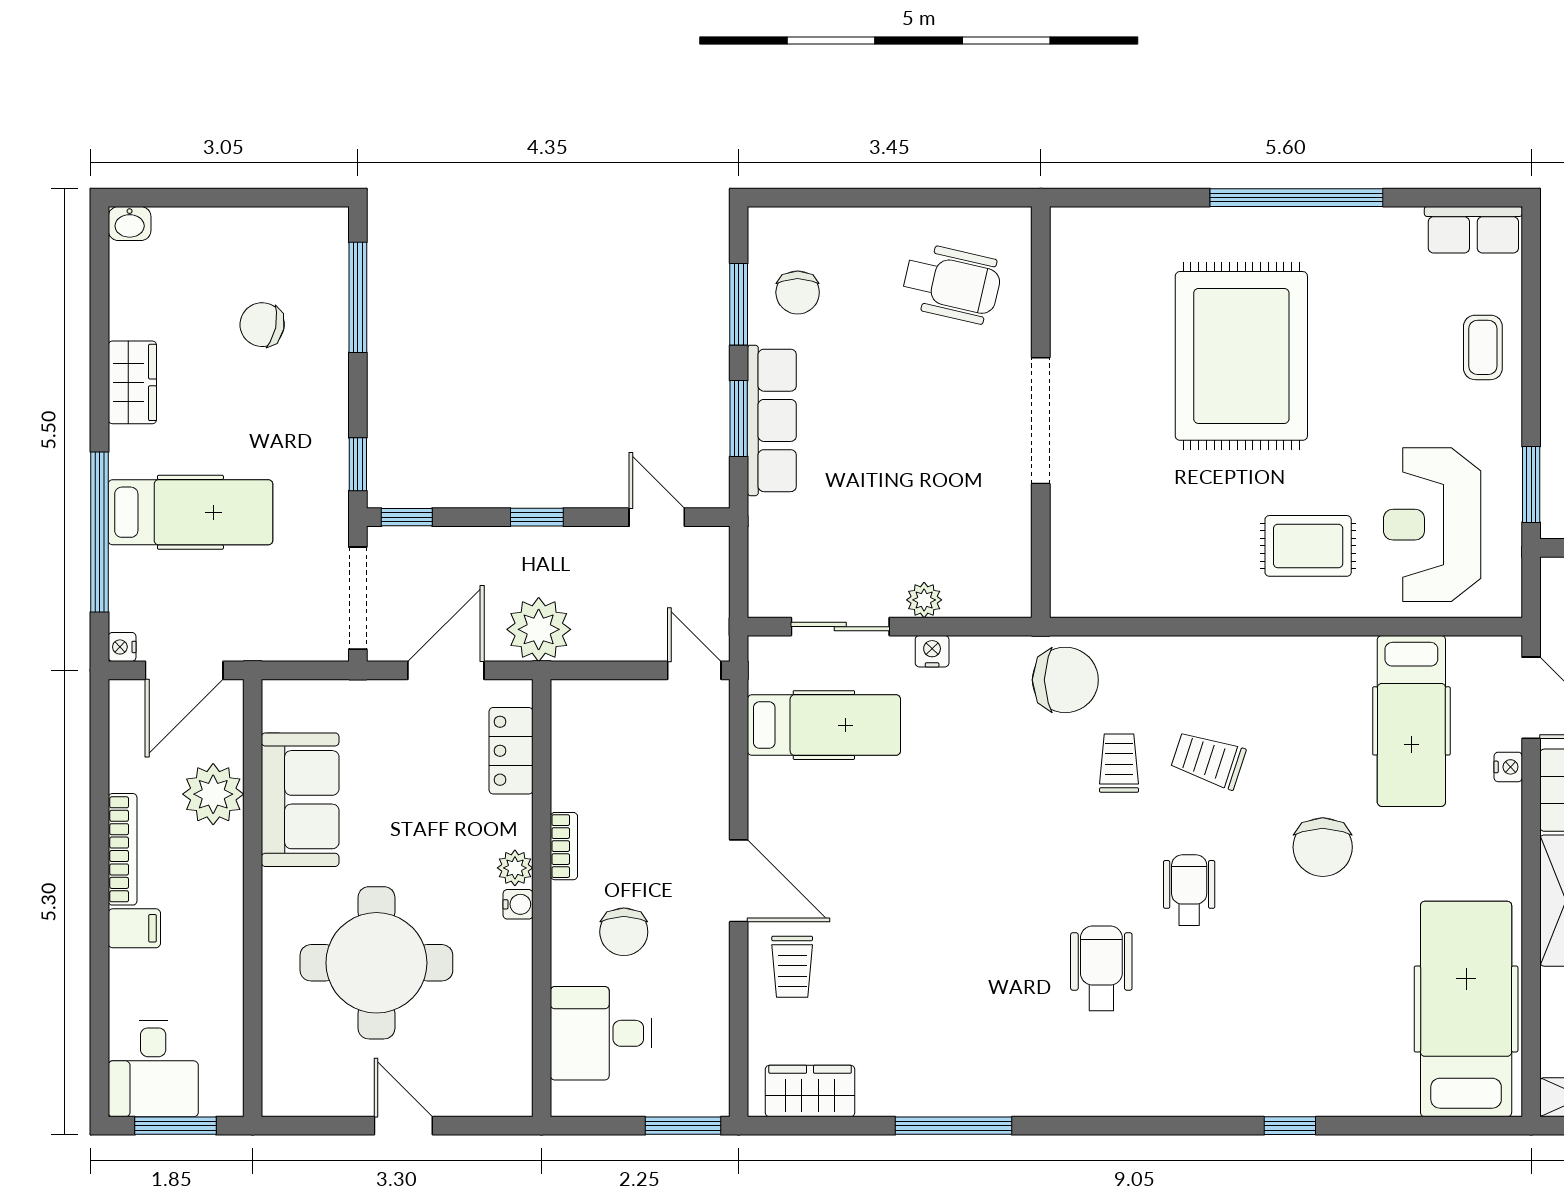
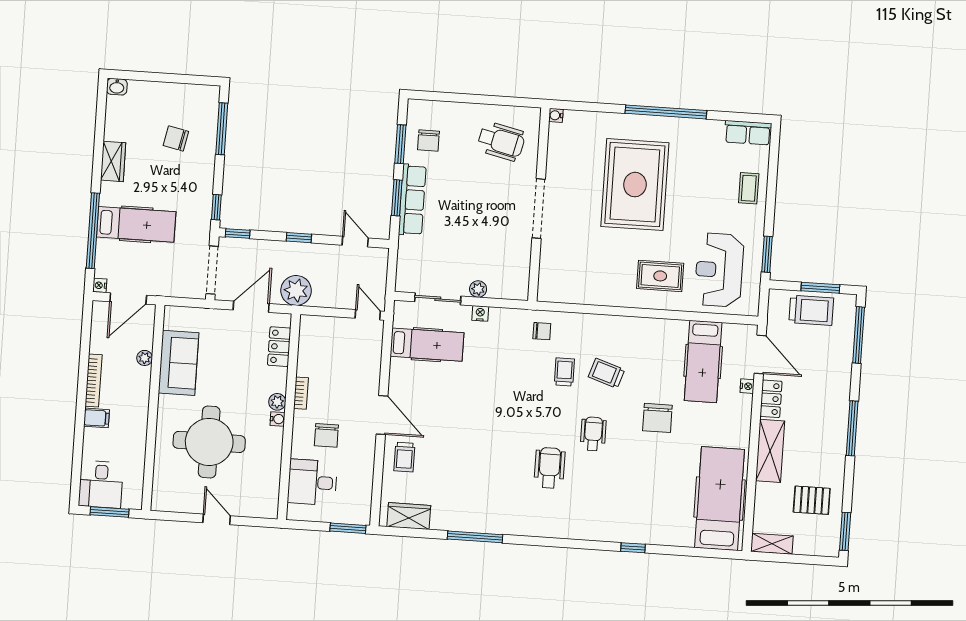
water cooler: (1064, 221) -> (556, 115), added
chair: (1065, 680) -> (542, 331), width x0.54, depth x0.54
plant: (213, 794) -> (145, 358), width x0.53, depth x0.53

